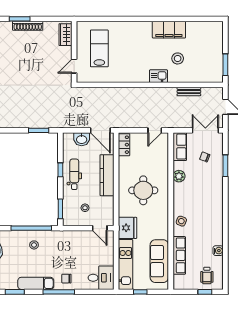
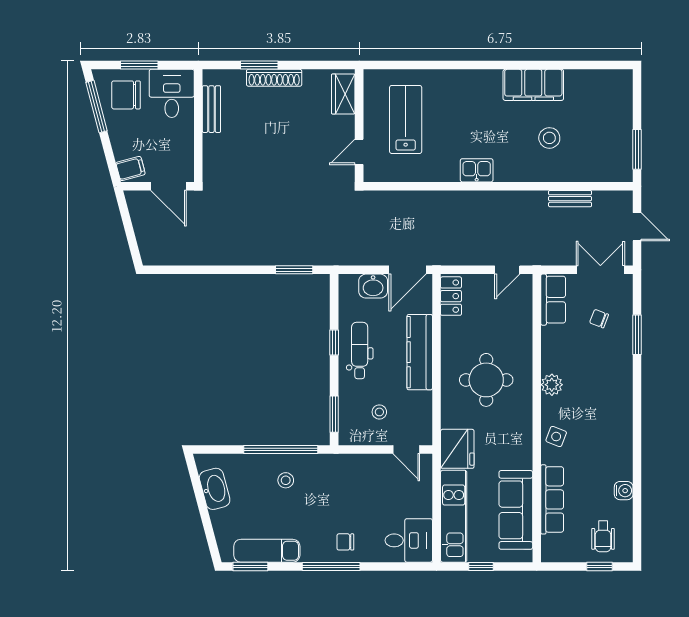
kitchen sink: (159, 76) -> (477, 170), moved
door: (100, 130) -> (408, 270), hinge flipped
plant: (179, 176) -> (552, 385), moved
exam couch: (36, 283) -> (267, 551), moved

